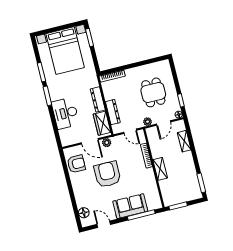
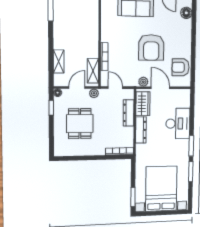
shelving: (160, 169) -> (93, 71), moved

